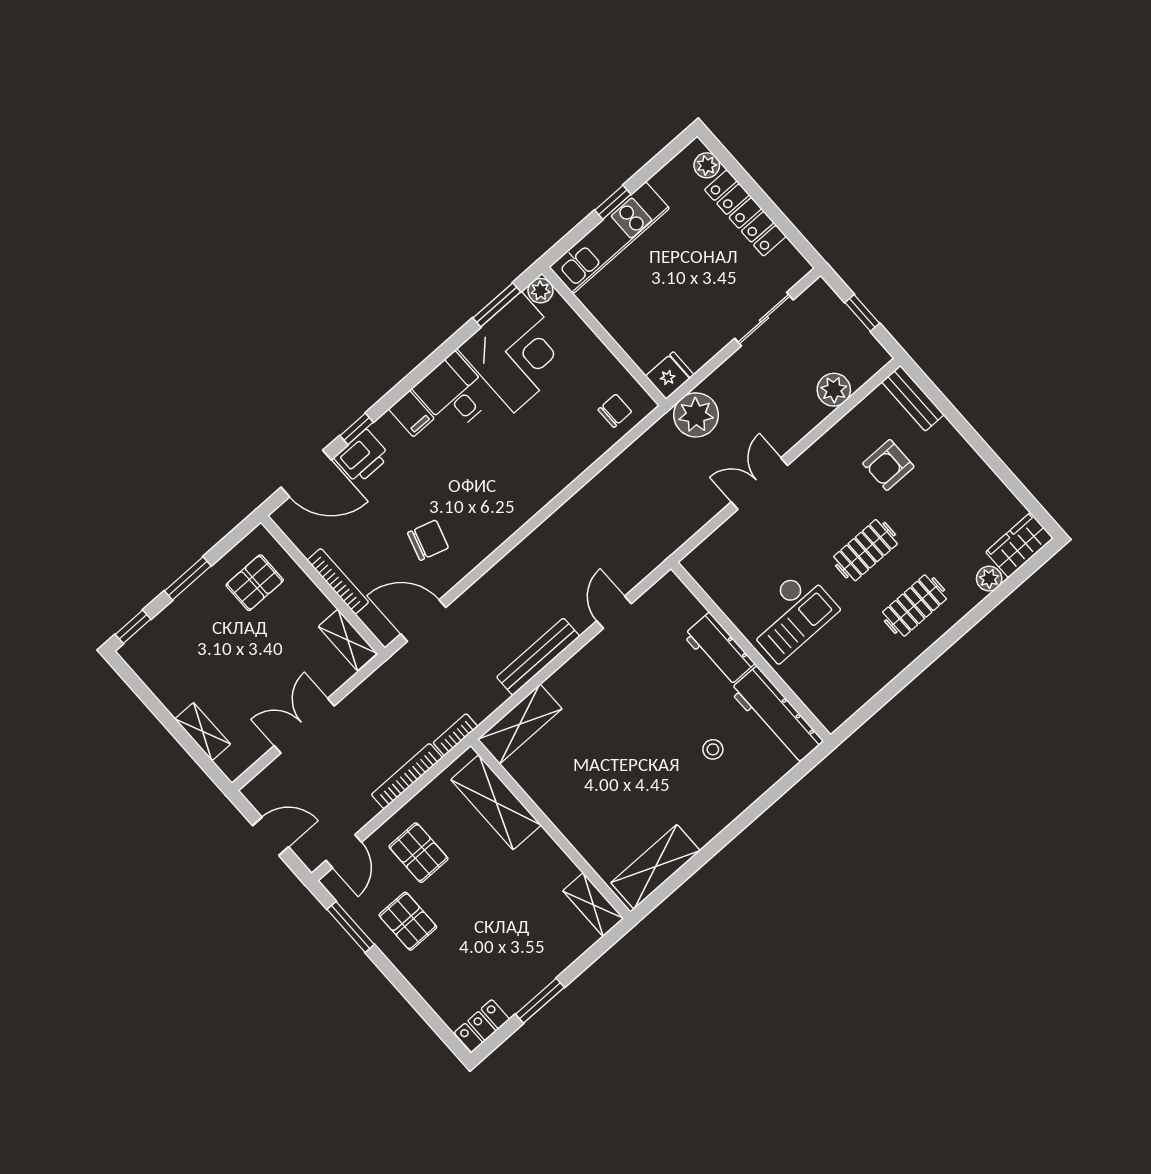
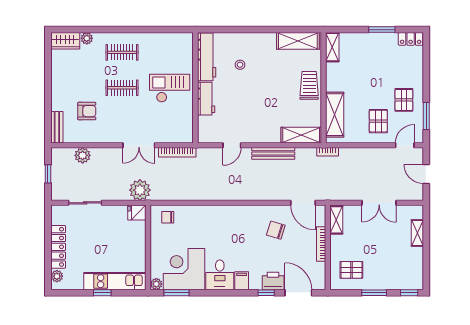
bookcase: (407, 776) -> (177, 152), moved
trolley: (576, 813) -> (309, 85), added

